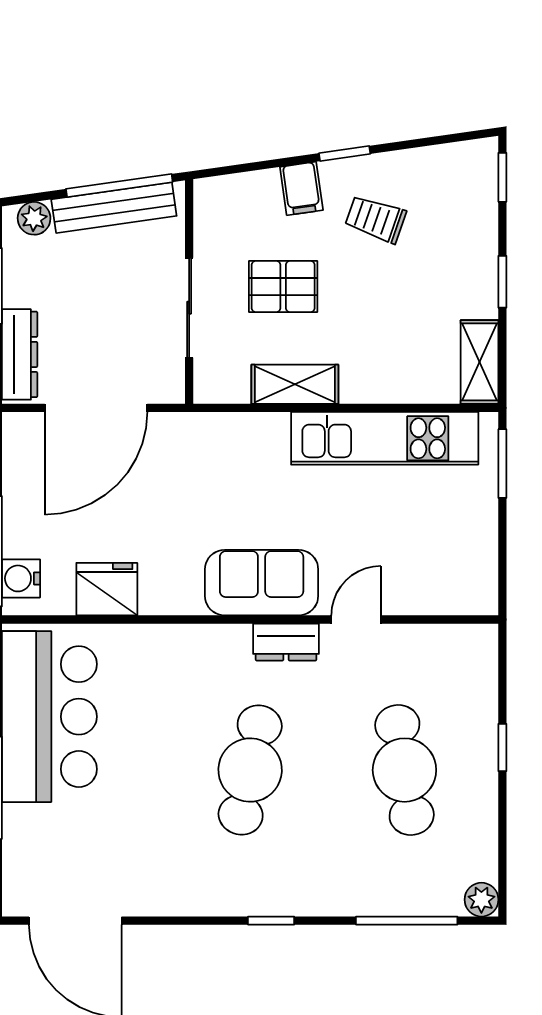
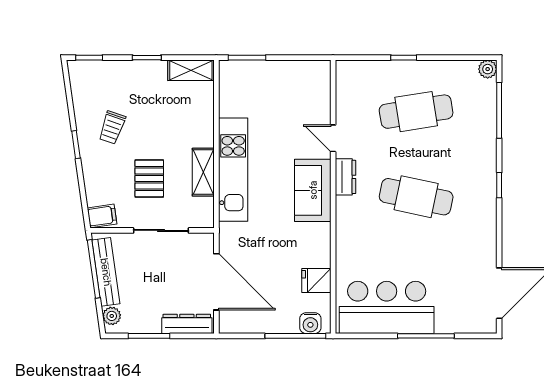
filing cabinet: (301, 189) -> (102, 216), moved
kitchen unit: (385, 438) -> (233, 170), moved
fridge: (107, 589) -> (316, 280), width x0.72

